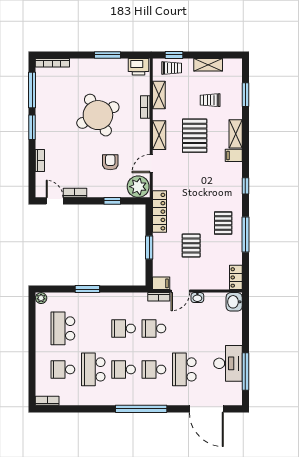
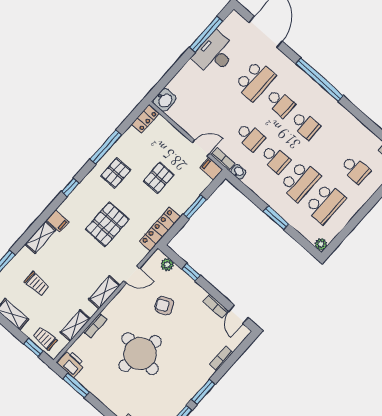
window: (107, 55) -> (76, 385), moved
round table: (98, 115) -> (140, 354), turned 37
pallet: (195, 136) -> (107, 224), moved
armchair: (110, 162) -> (164, 306), turned 64
plant: (138, 187) -> (167, 265), width x0.53, depth x0.53
washbasin: (197, 298) -> (238, 172), moved
school desk: (93, 369) -> (300, 181), moved

